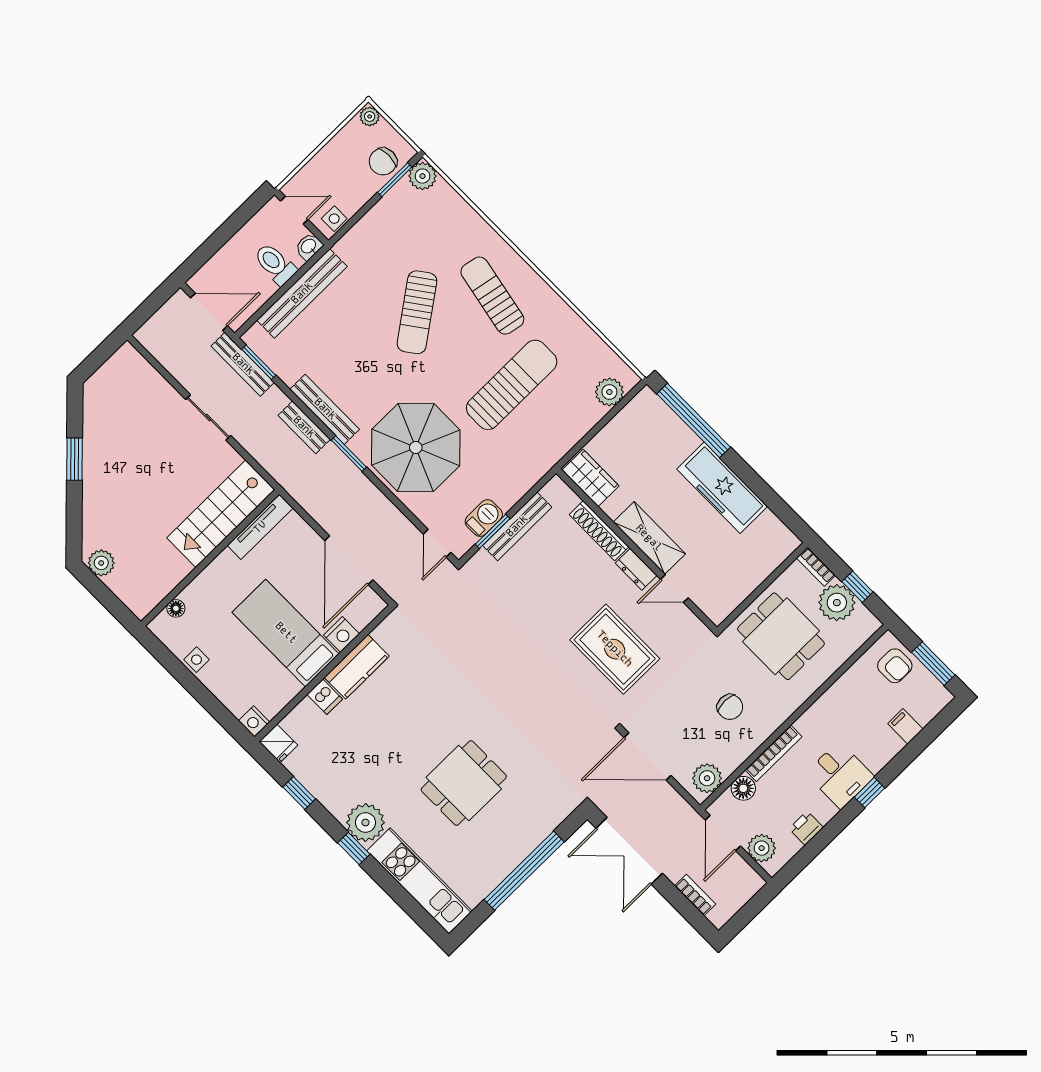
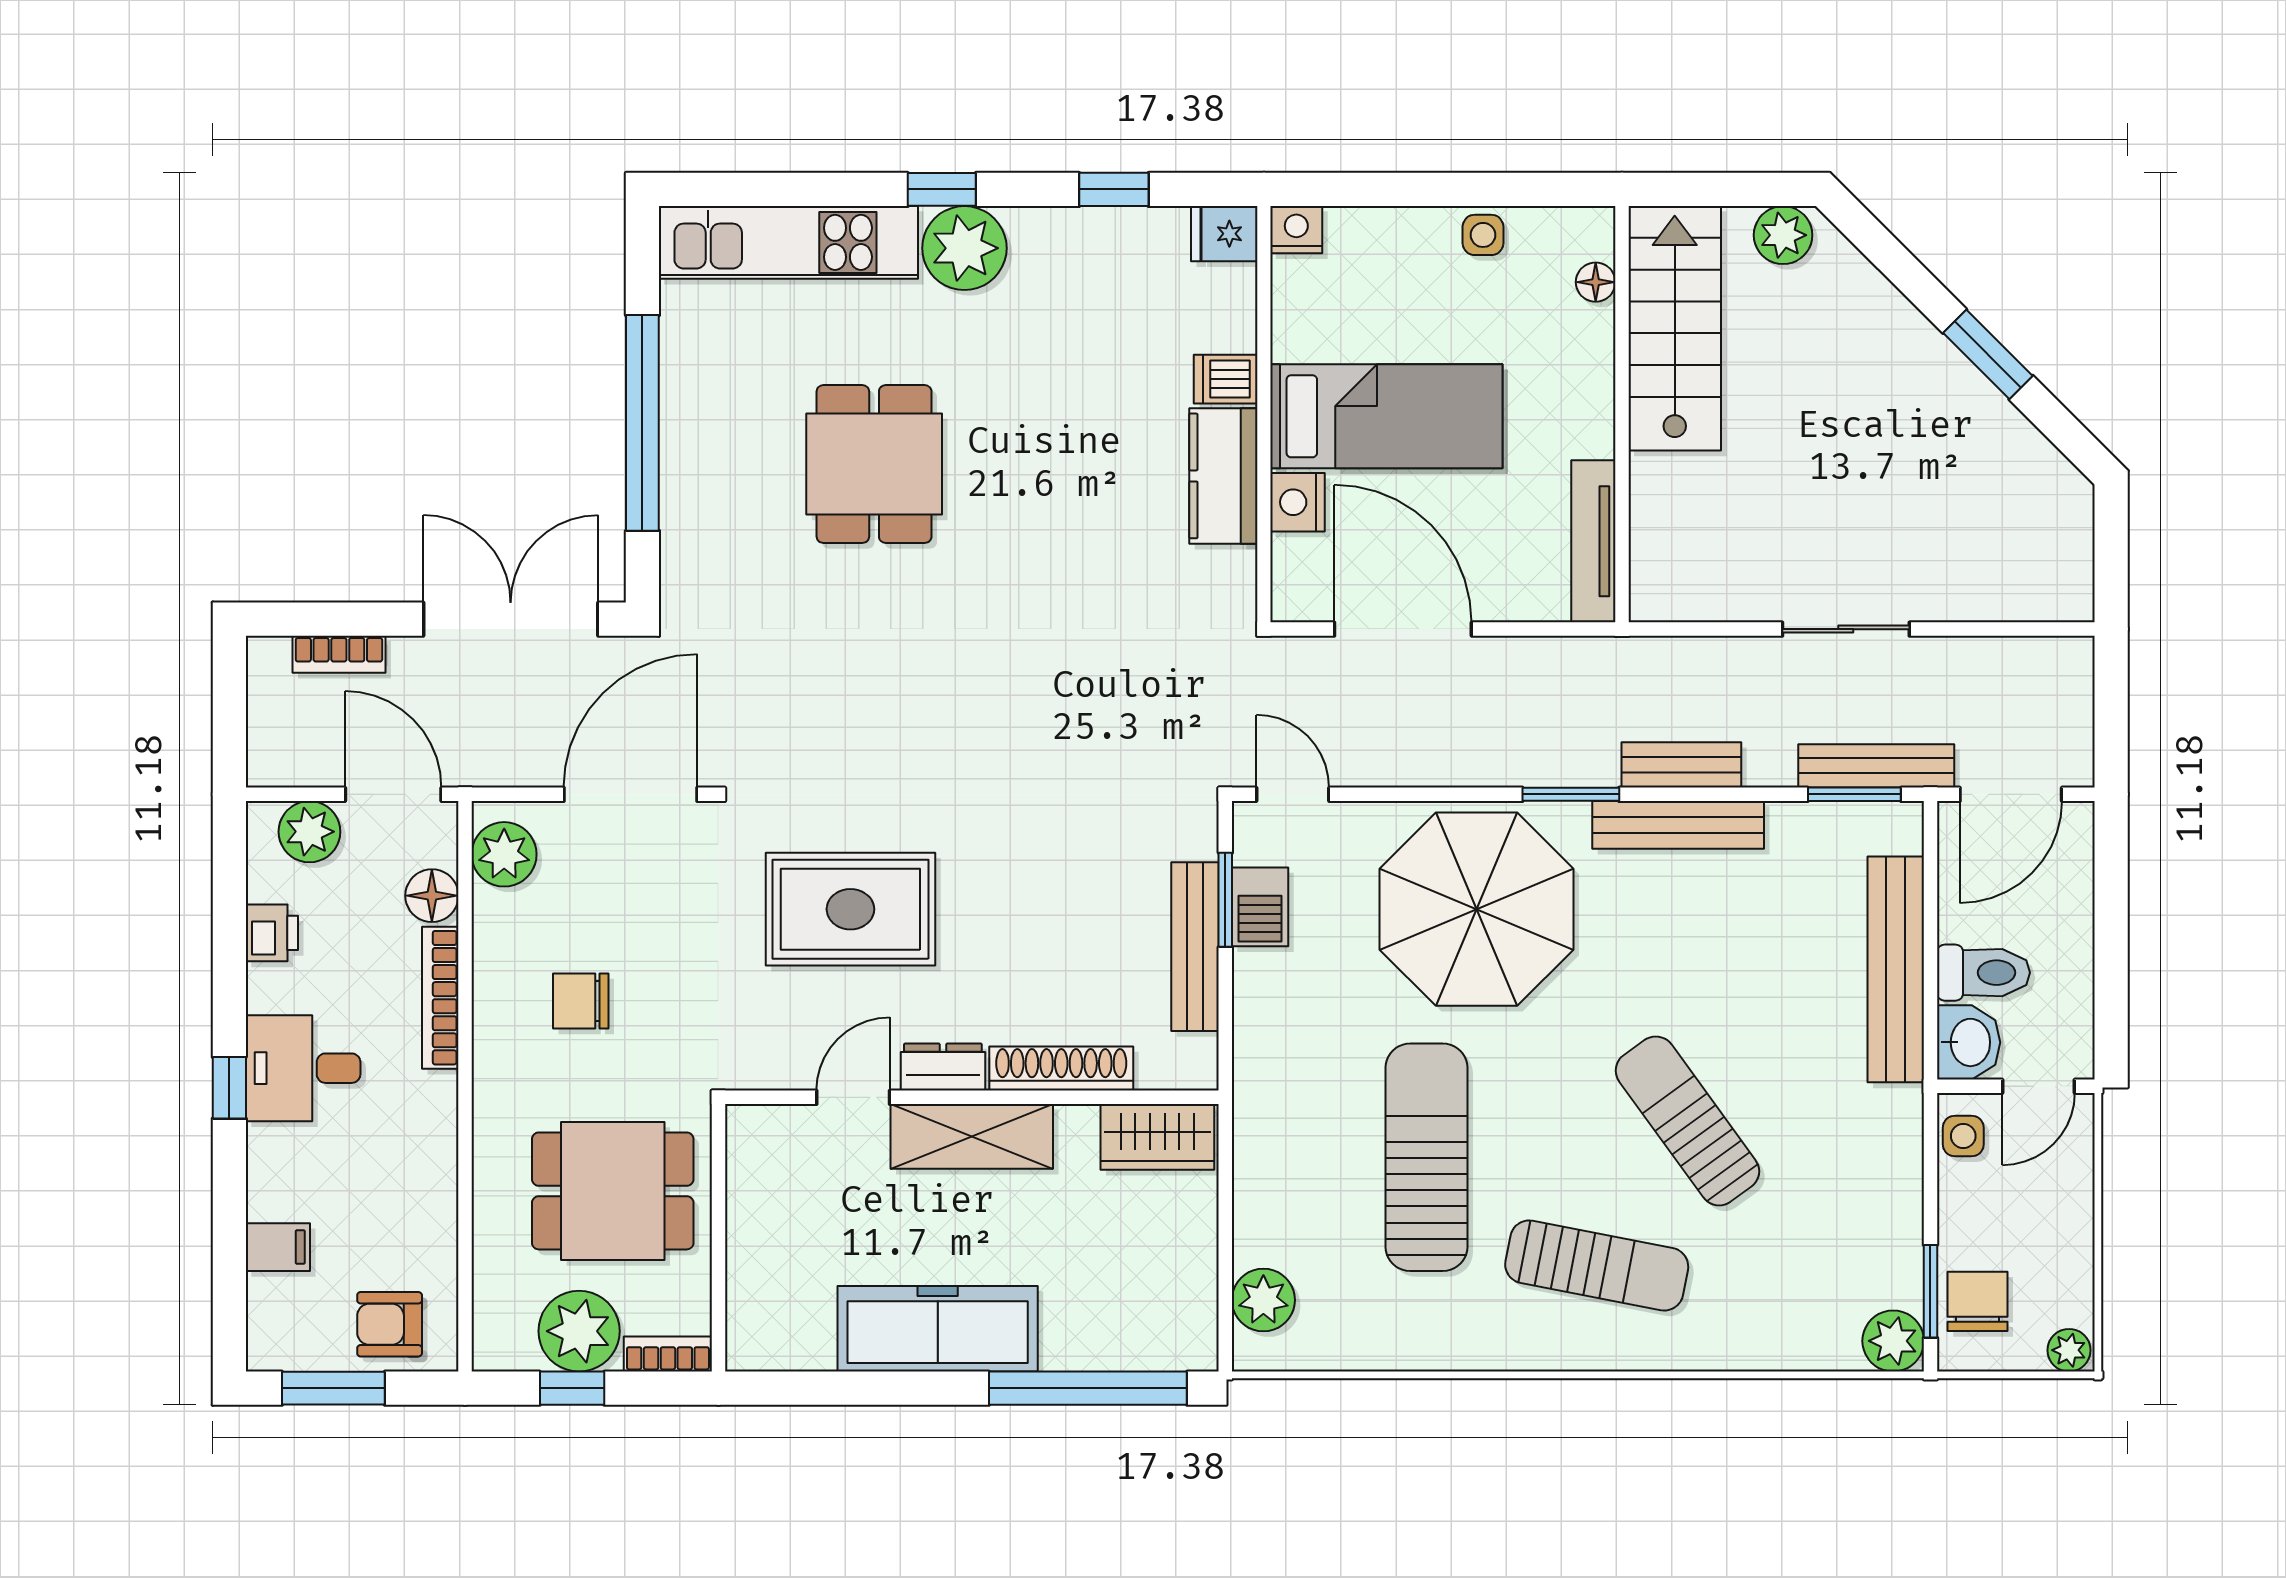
washbasin: (309, 247) -> (1969, 1042), width x1.38, depth x1.45
sun lounger: (512, 385) -> (1426, 1157), turned 180
stairs: (221, 514) -> (1675, 328), moved

